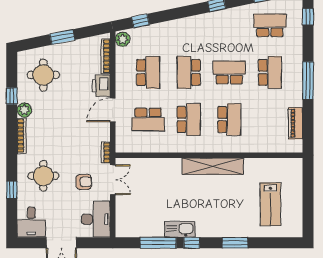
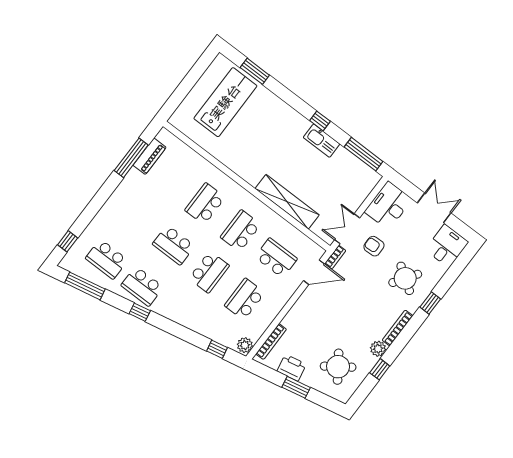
school desk: (270, 72) -> (142, 286), moved, turned -90
round table: (43, 75) -> (338, 367), turned -35
window: (308, 80) -> (131, 158), moved
printer: (101, 86) -> (292, 368), moved, turned -102
door: (113, 110) -> (314, 272), moved
shelving: (213, 166) -> (287, 202), moved
round table: (43, 176) -> (405, 278), turned 34
window: (12, 190) -> (430, 303), moved
lab bench: (270, 204) -> (225, 102), width x1.36, depth x1.39
window: (158, 243) -> (364, 154), moved
window: (235, 243) -> (255, 71), moved

